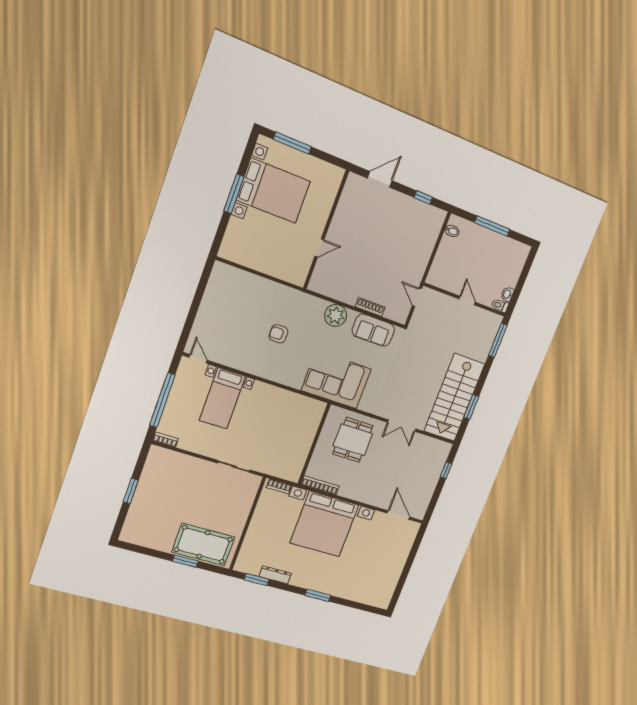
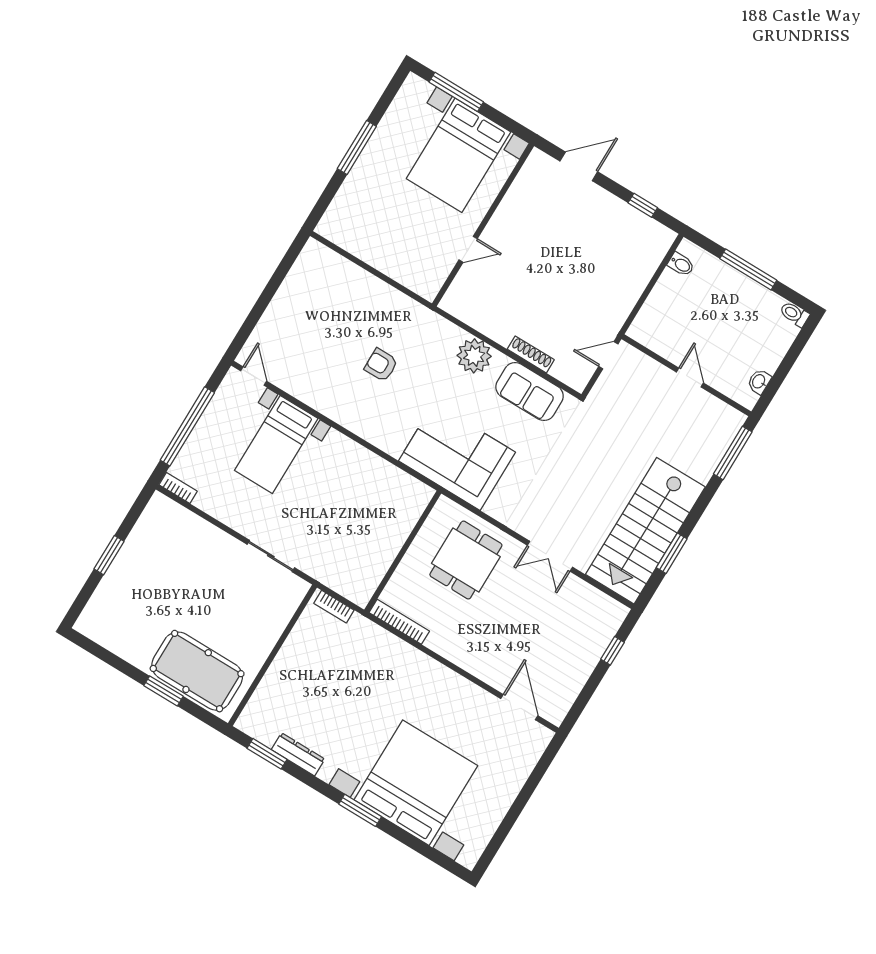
bed with nightstands: (273, 191) -> (459, 155), moved, turned 90
door: (417, 297) -> (608, 355), hinge flipped
toilet: (500, 306) -> (794, 314), moved
bed with nightstands: (324, 524) -> (416, 783), moved, turned 180

